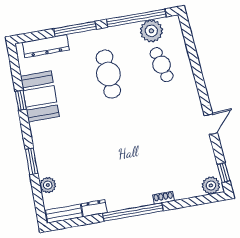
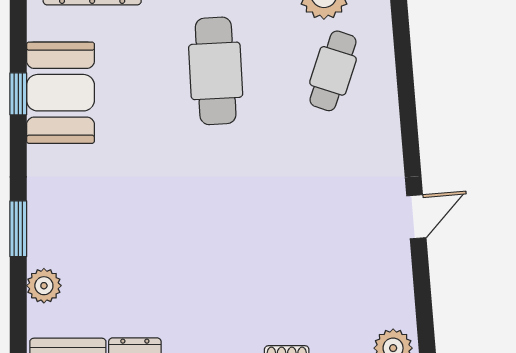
cafe table: (162, 65) -> (333, 71), turned 33
window: (224, 173) -> (425, 325), removed

